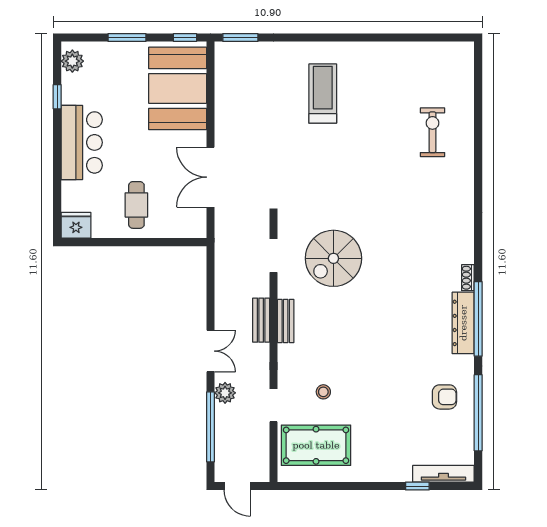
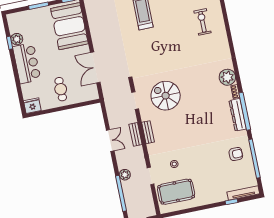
plant: (72, 61) -> (17, 39), moved
plant: (458, 247) -> (227, 77), added
spiral stairs: (333, 258) -> (166, 96), turned 90
double door: (211, 351) -> (110, 140), moved

